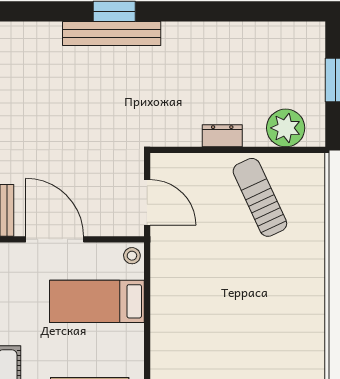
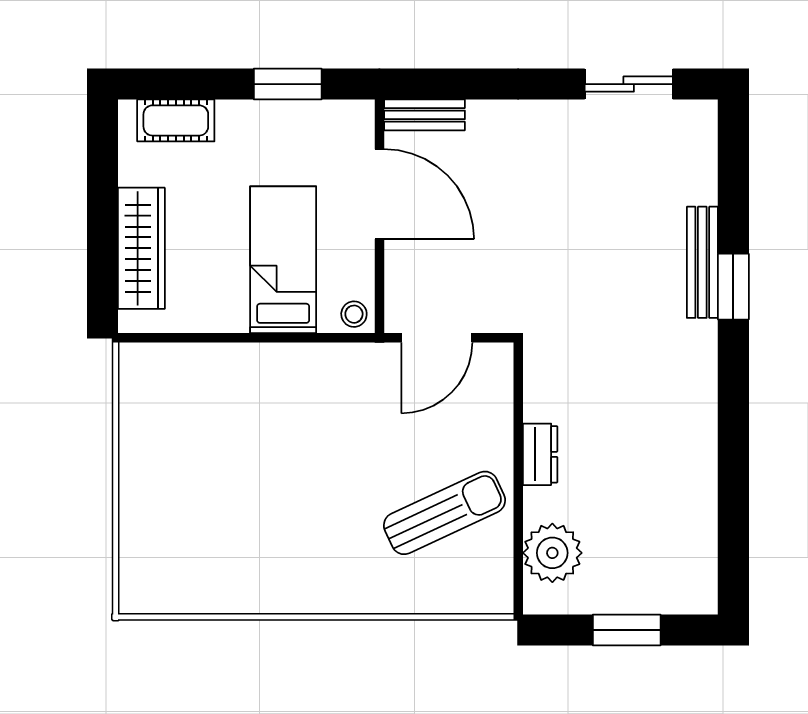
bench: (112, 33) -> (702, 262), width x0.73, depth x0.82
door: (55, 239) -> (379, 194), hinge flipped

